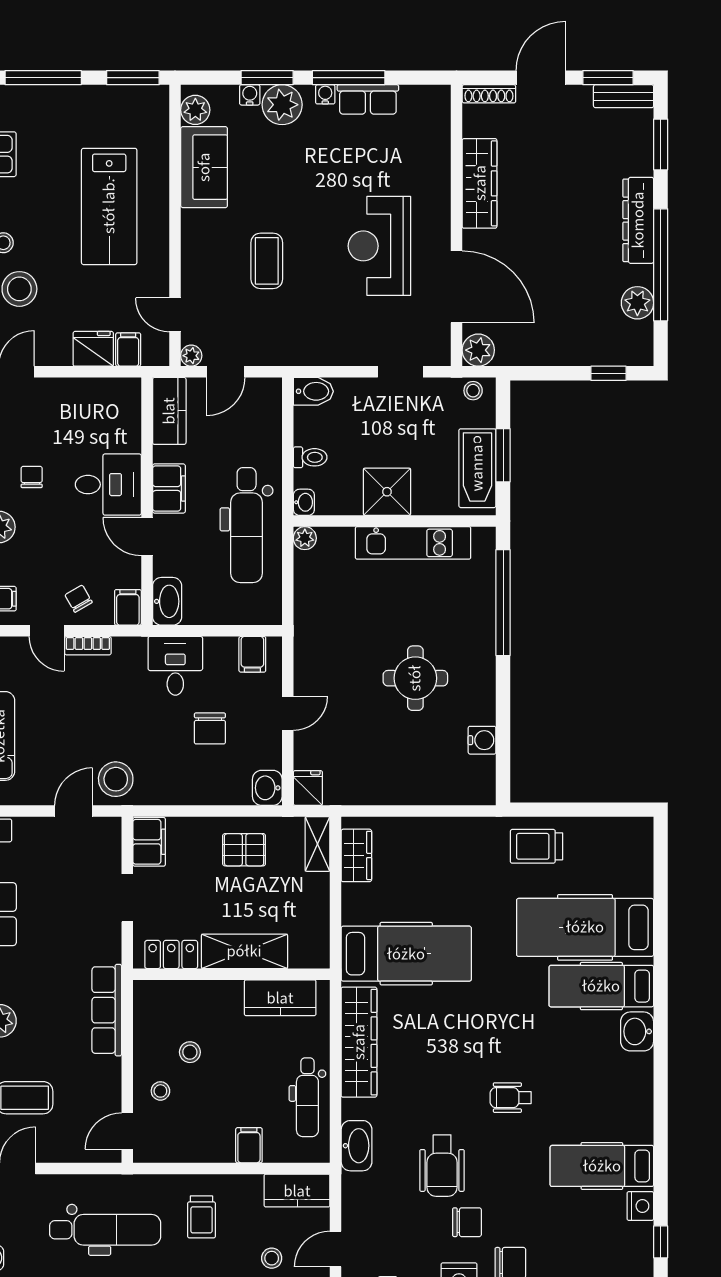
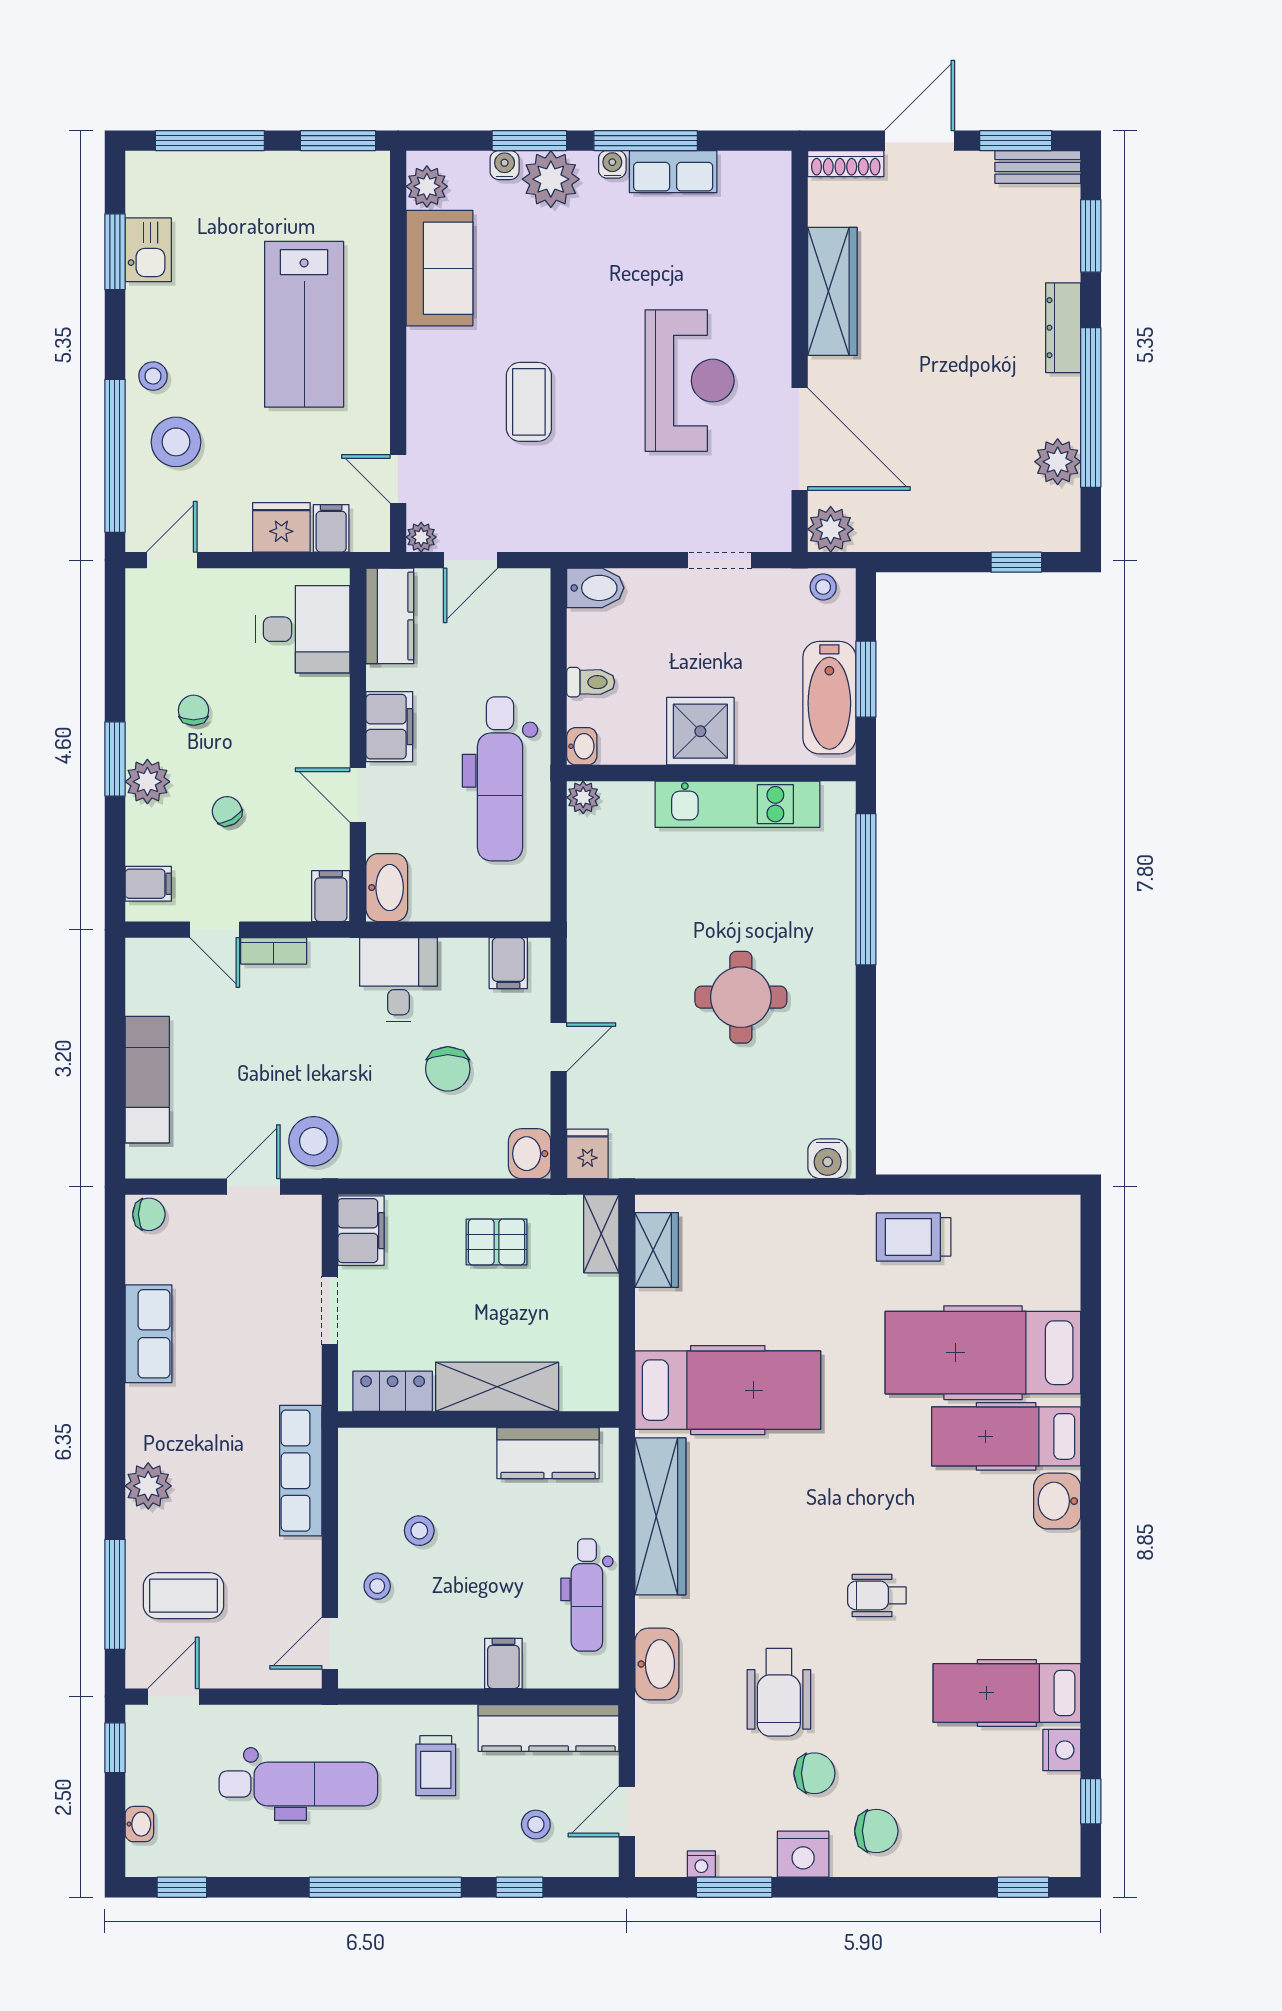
dresser: (638, 220) -> (1063, 328), width x0.73, depth x0.80
reception desk: (379, 246) -> (690, 381), turned 180
desk: (108, 485) -> (303, 629), moved
chair: (79, 599) -> (227, 811), moved
water cooler: (482, 740) -> (828, 1159), moved, turned 90
kitchen counter: (297, 1191) -> (549, 1728), width x1.50

